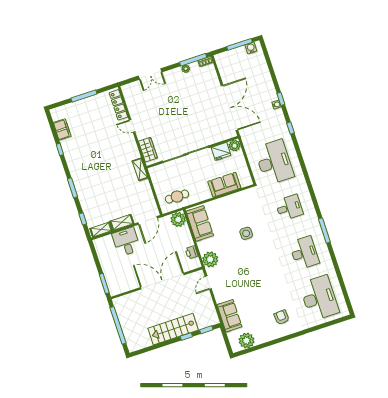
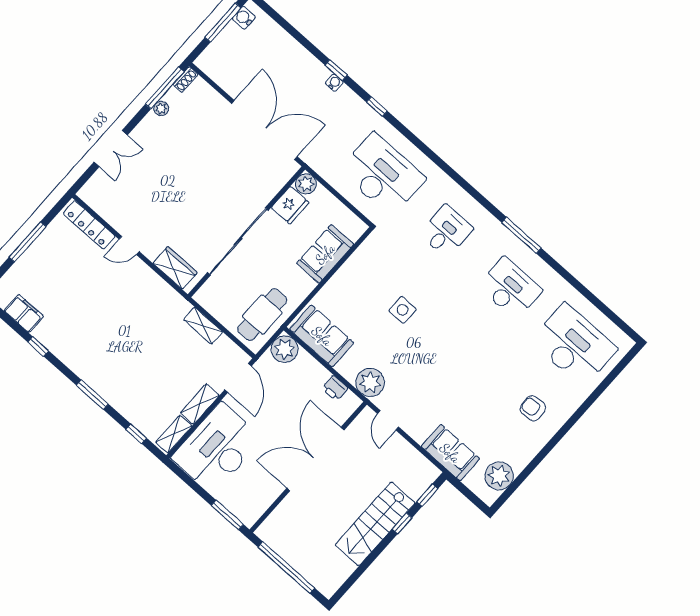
shelving: (140, 169) -> (203, 326), moved
cafe table: (177, 197) -> (262, 315), width x1.37, depth x1.35
desk: (126, 242) -> (217, 448), width x1.87, depth x1.30

